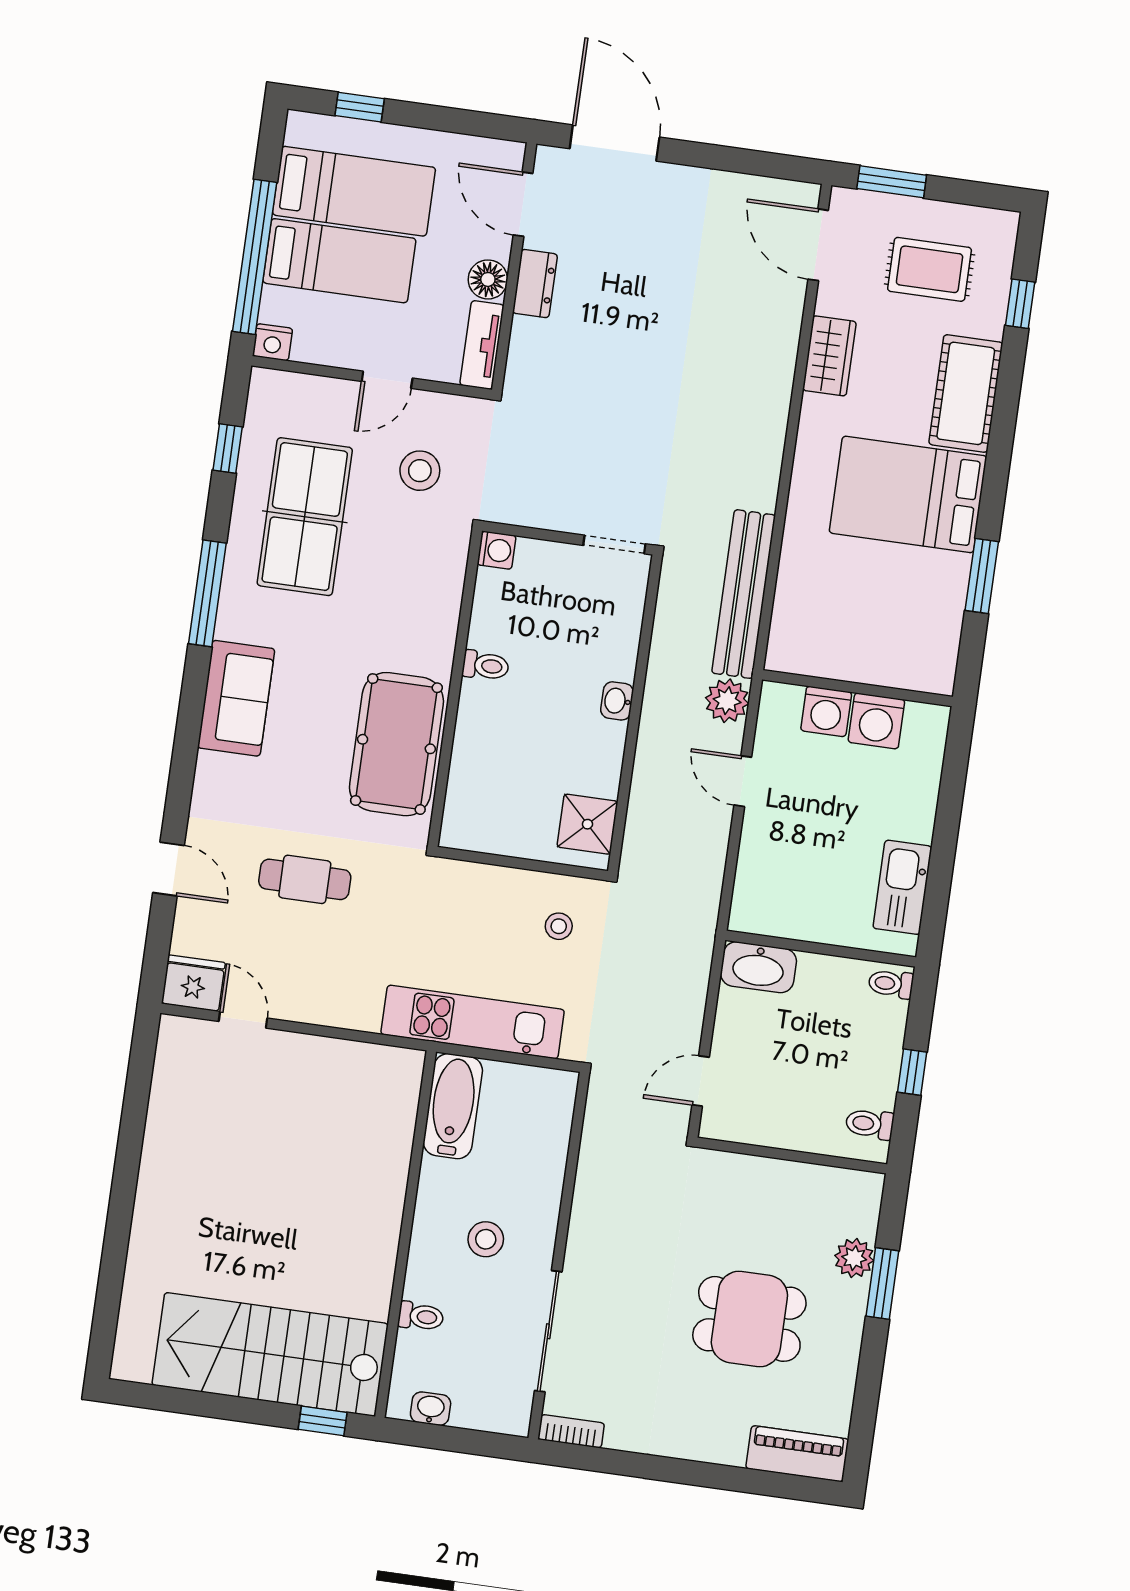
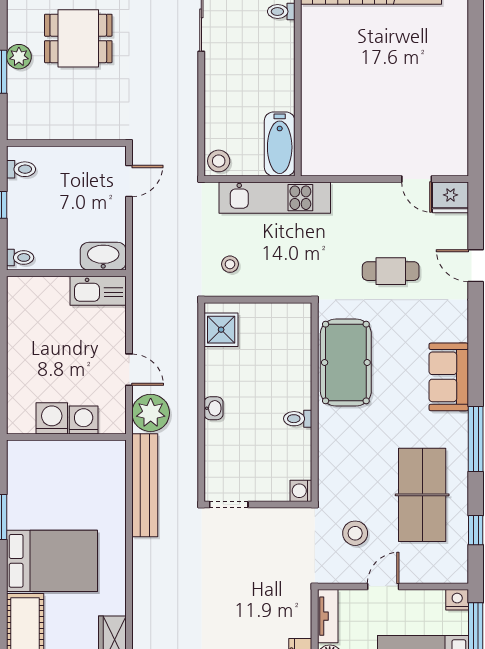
plant: (727, 701) -> (151, 413), width x1.36, depth x1.36
kitchen sink: (902, 887) -> (98, 291), moved, turned 90
stool: (486, 1239) -> (219, 161), moved
plant: (854, 1258) -> (19, 57), moved

